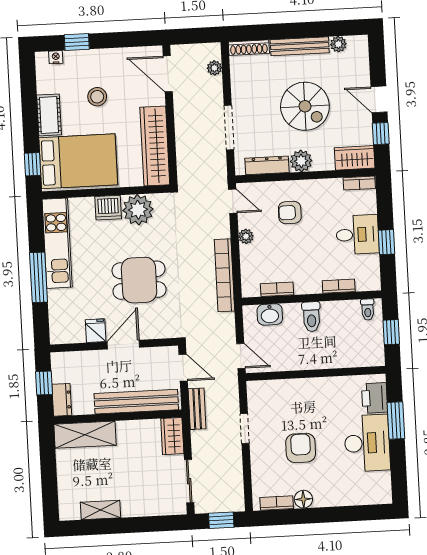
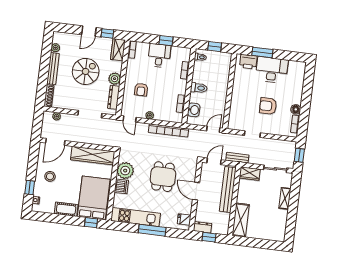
stool: (97, 97) -> (50, 176), moved
door: (233, 201) -> (130, 119), swing flipped
fridge: (96, 331) -> (184, 219), moved
dresser: (62, 400) -> (203, 227), moved
shelving: (101, 510) -> (285, 198), moved

